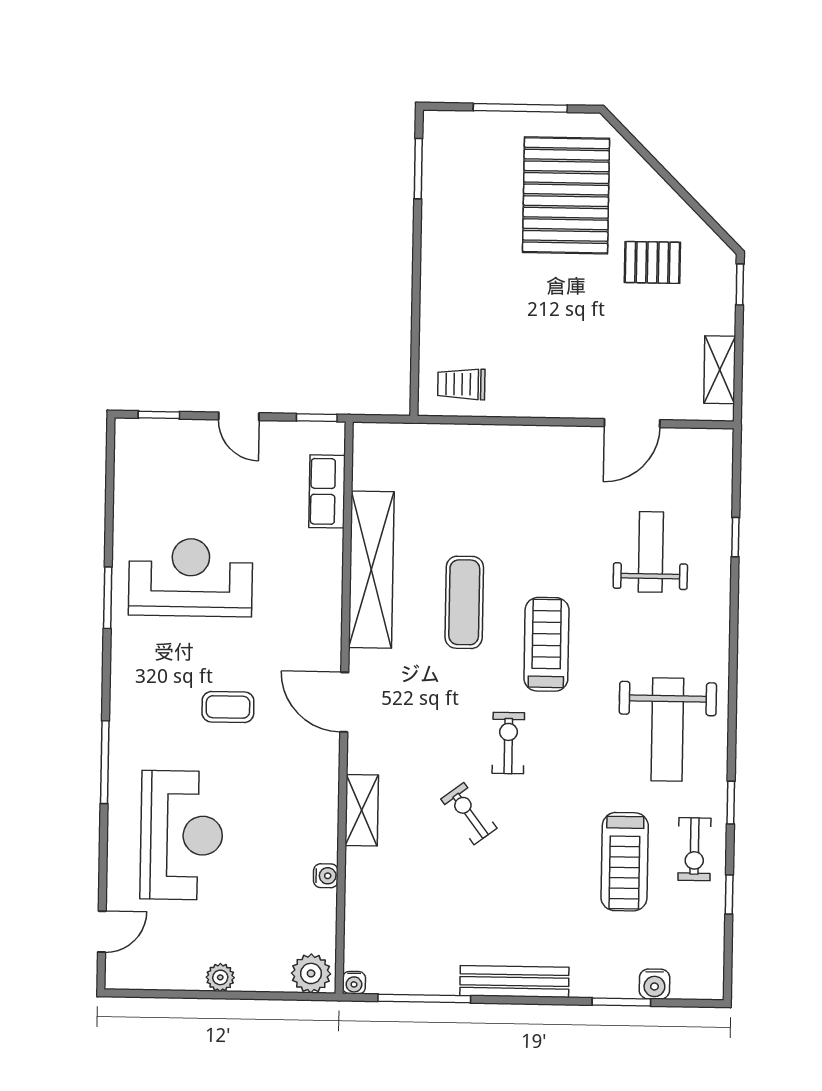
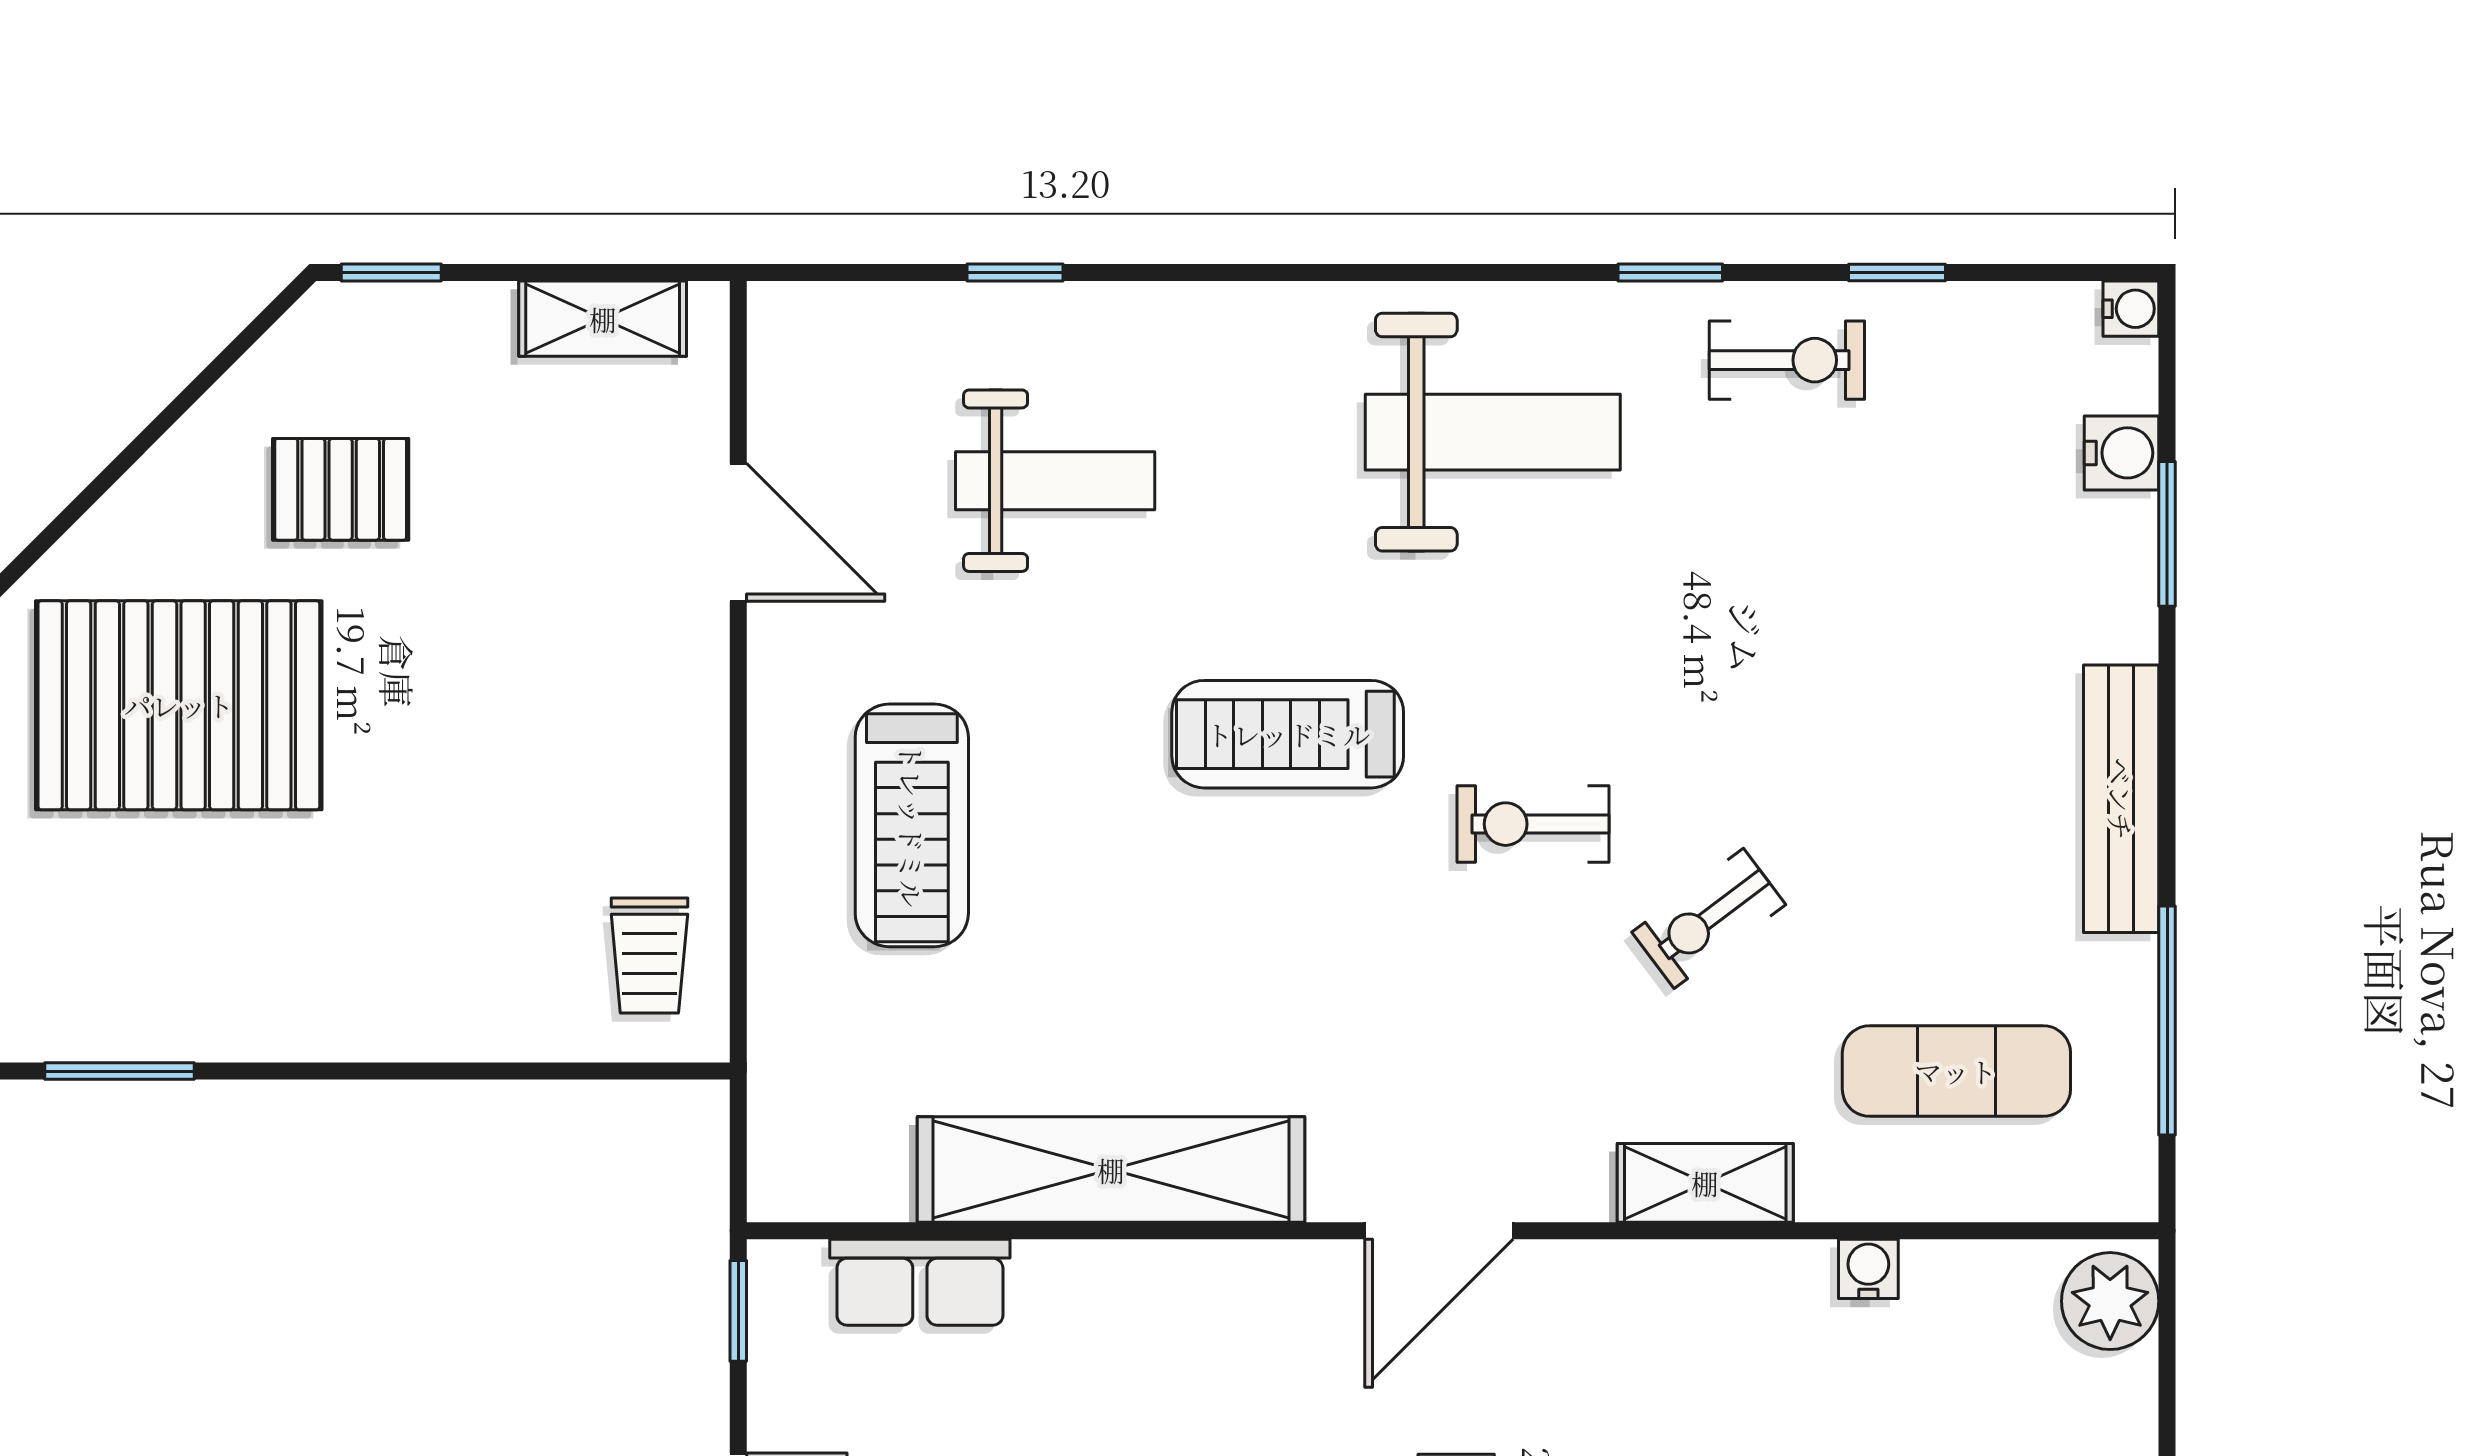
pallet: (652, 262) -> (341, 489), turned 90
weight bench: (651, 552) -> (1055, 481), turned 180
exercise mat: (464, 602) -> (1956, 1071), moved
treadmill: (625, 862) -> (912, 825), moved, turned 90
water cooler: (354, 983) -> (2131, 309), moved

